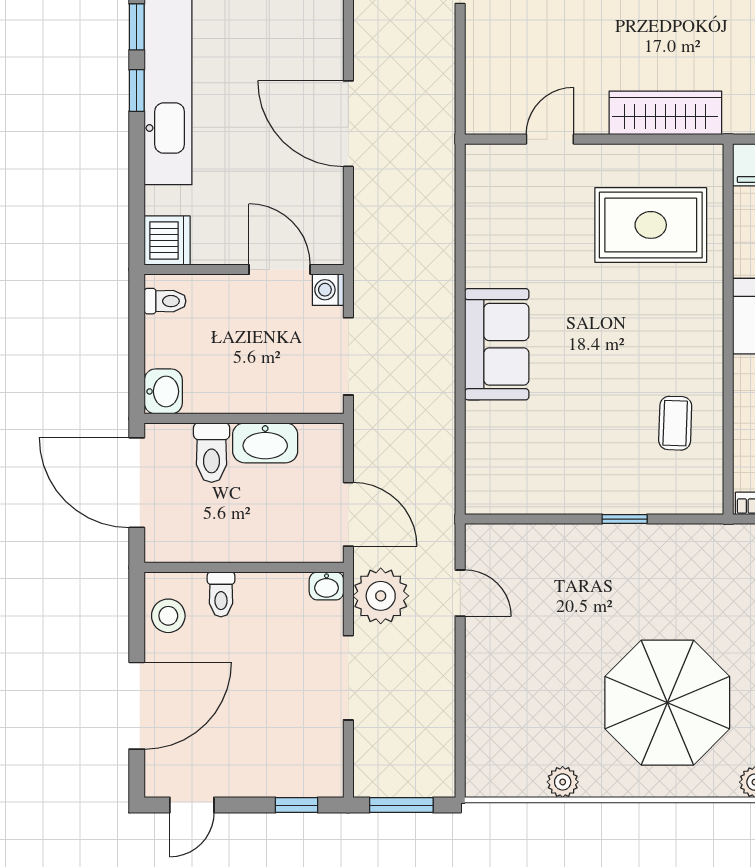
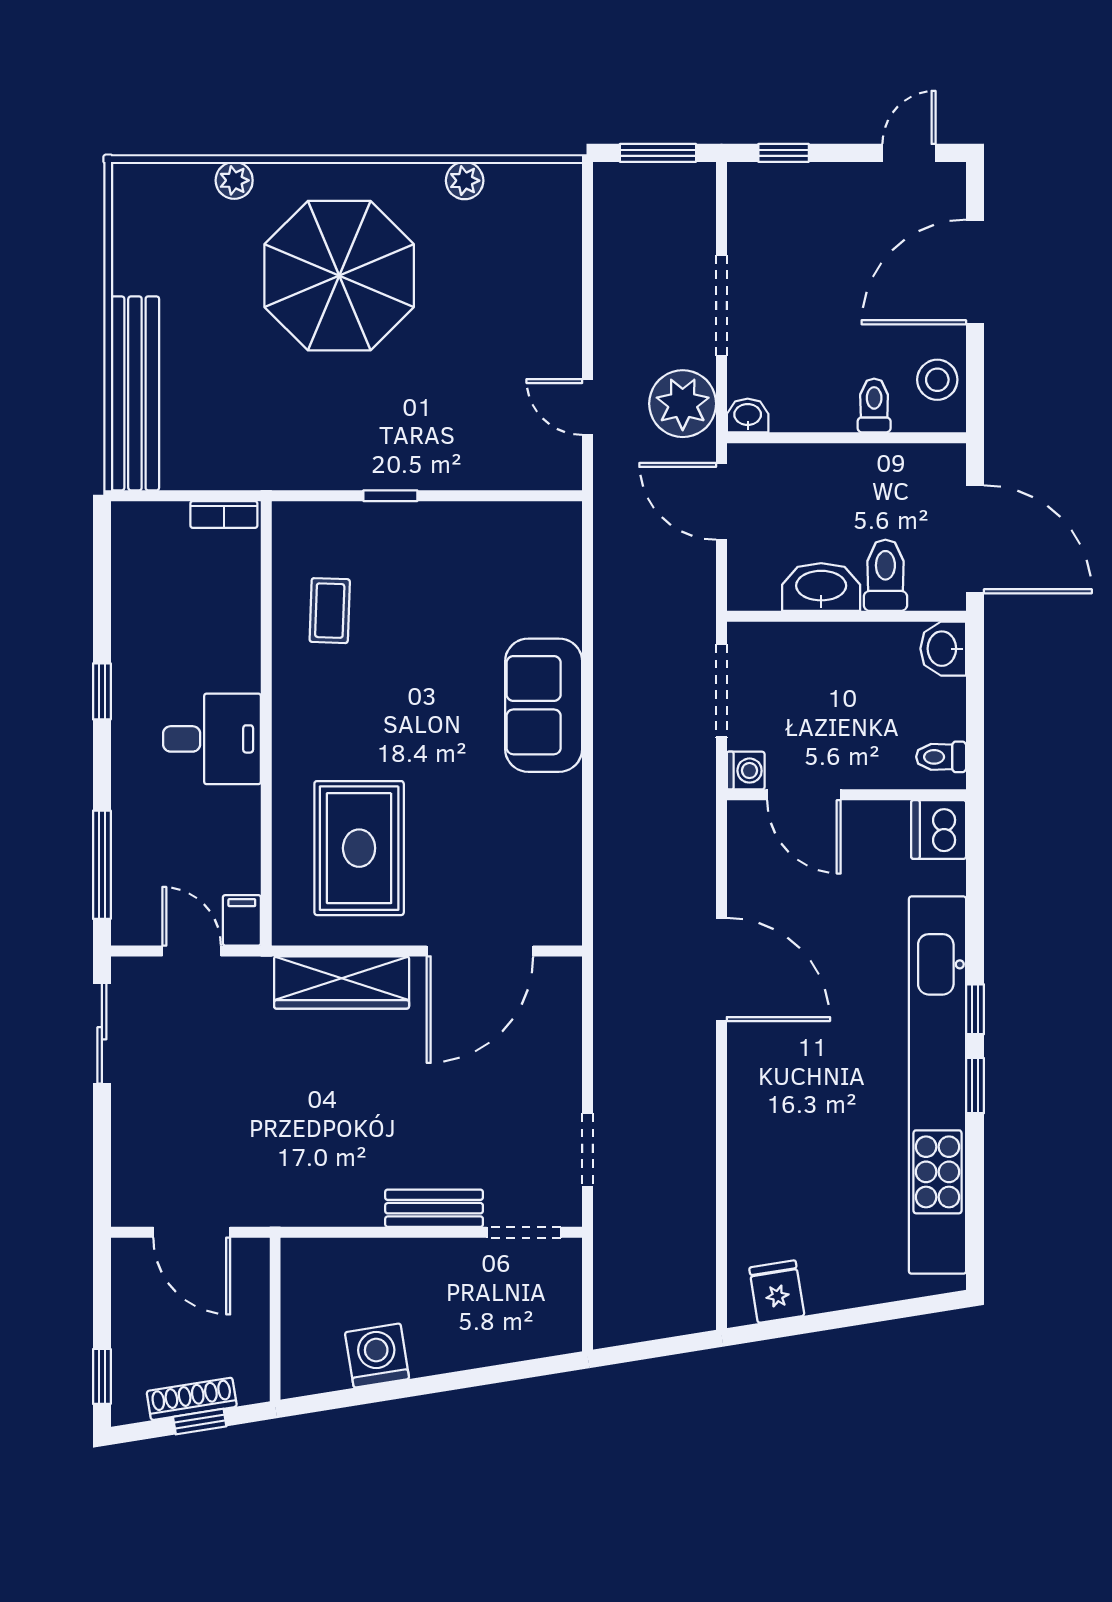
door: (550, 139) -> (480, 951), width x1.87
rug: (651, 225) -> (359, 848), turned 90

